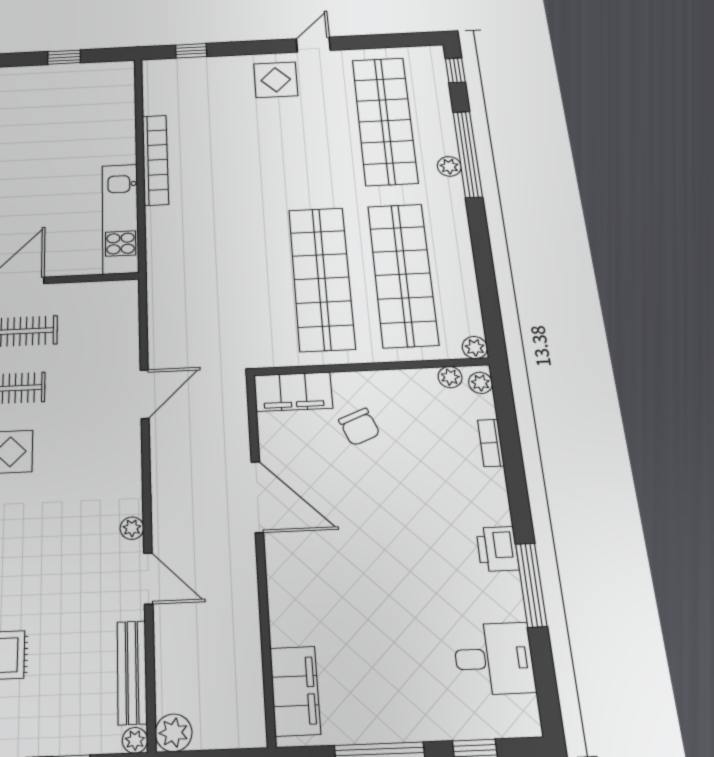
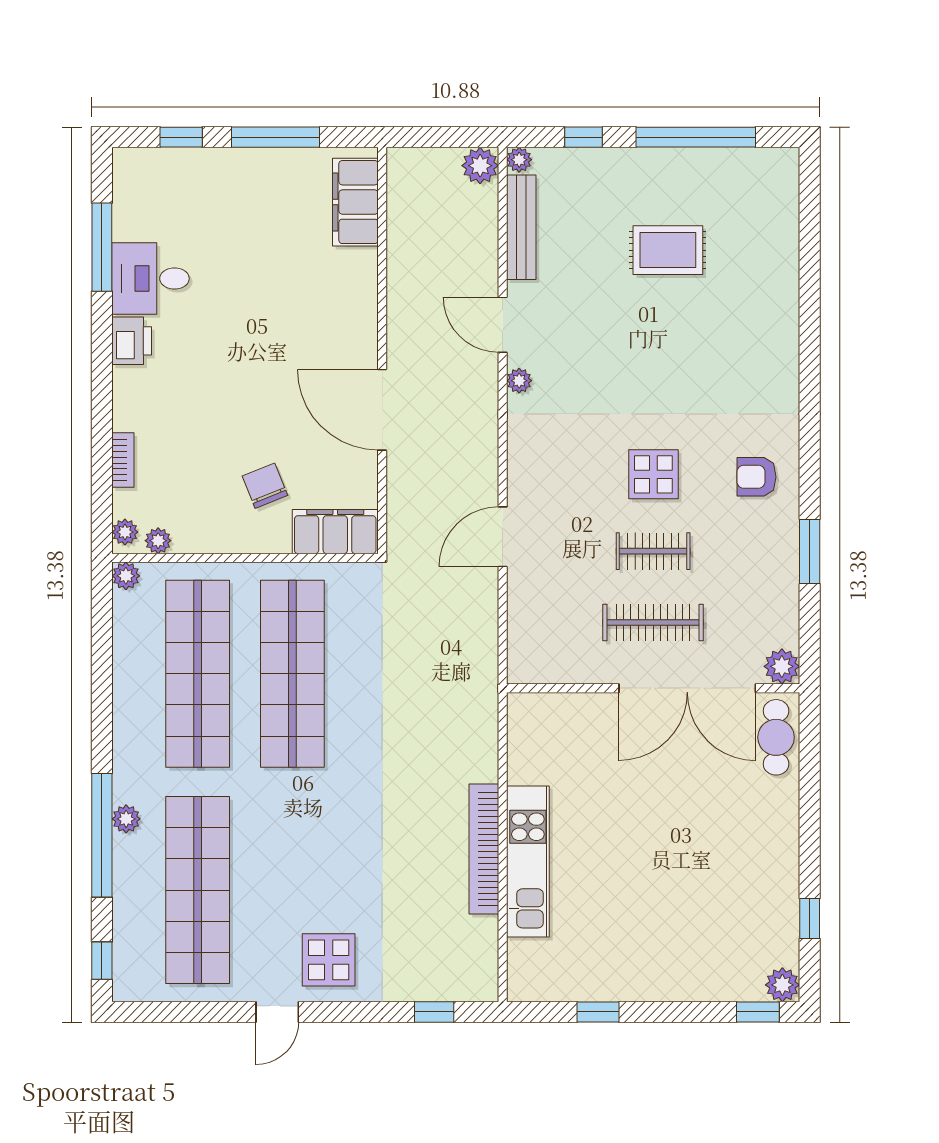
kitchen unit: (120, 218) -> (528, 861), moved
window: (531, 585) -> (102, 247), moved
desk: (494, 659) -> (151, 279), moved

